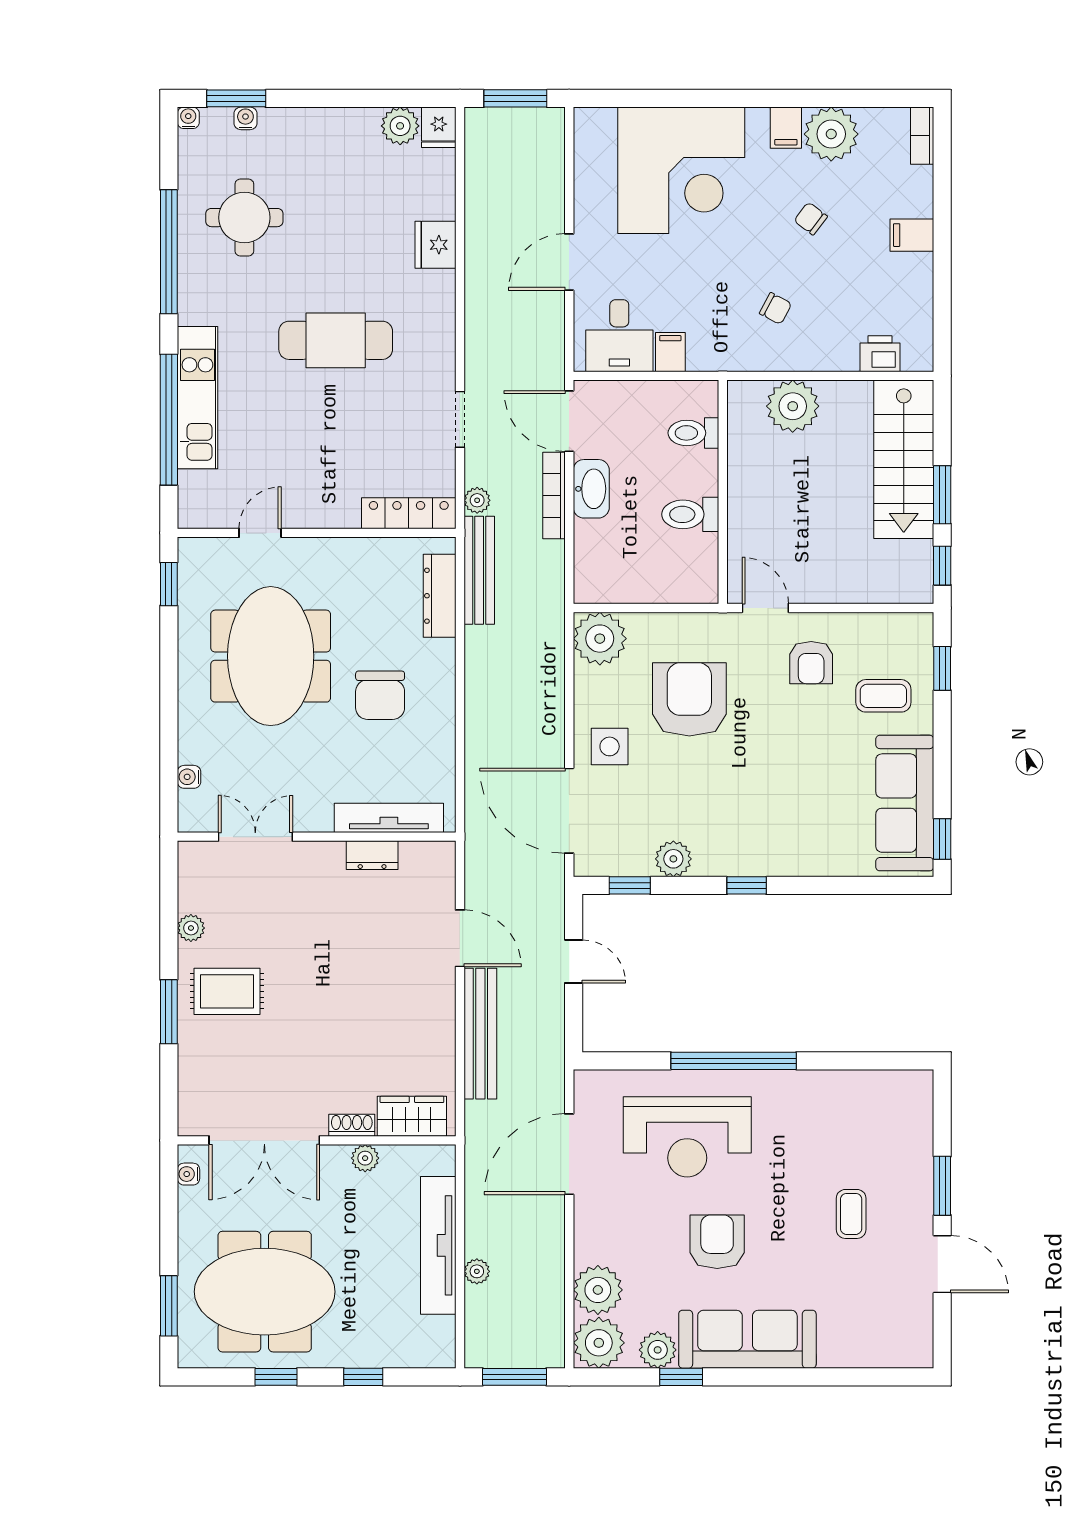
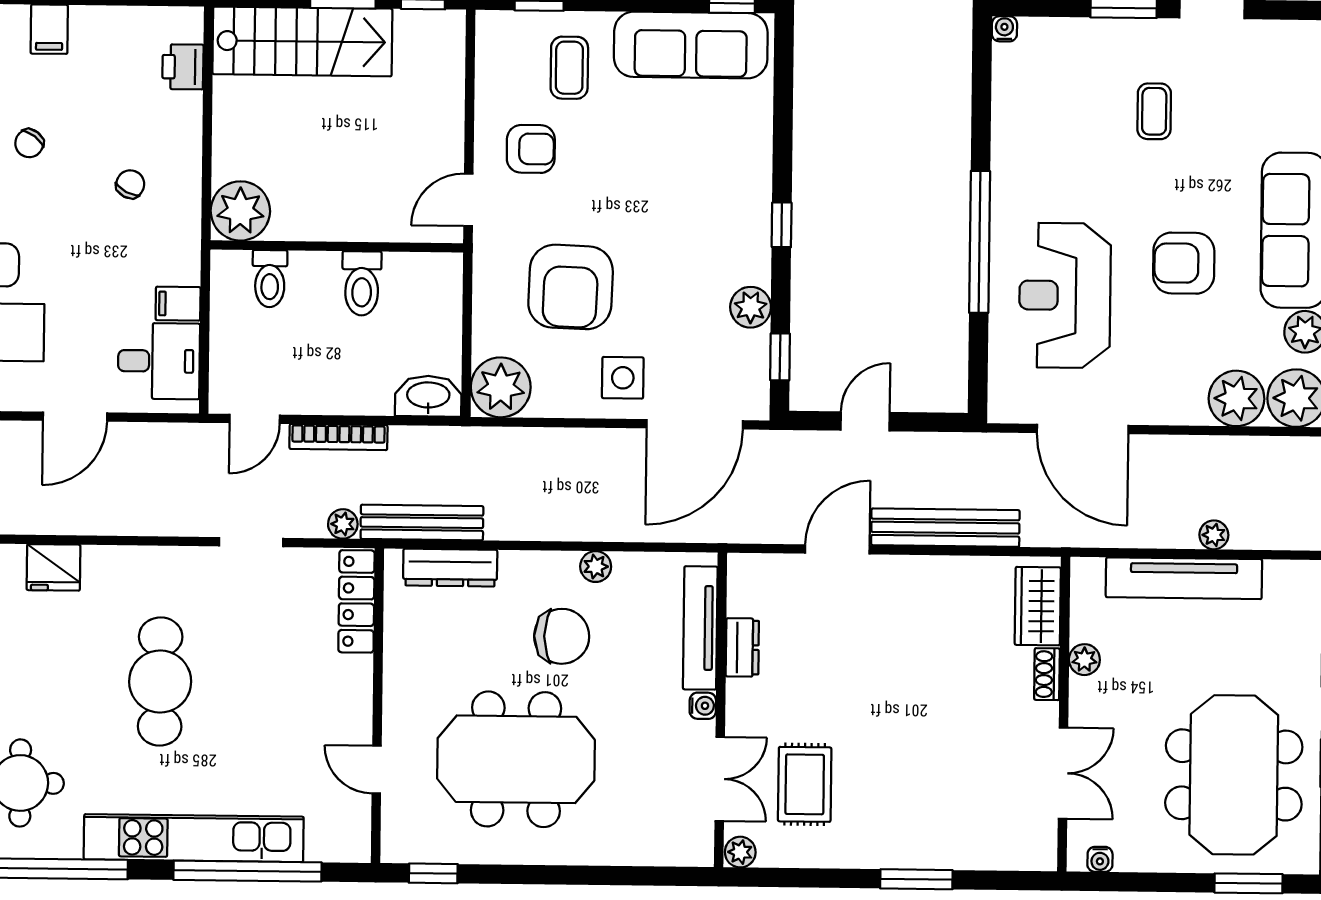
door: (569, 262) -> (75, 417), hinge flipped
kitchen unit: (197, 398) -> (194, 838), width x1.36
plant: (793, 406) -> (240, 211), moved
door: (569, 421) -> (255, 419), width x0.73
washbasin: (591, 489) -> (428, 396), moved
armchair: (689, 699) -> (571, 287), turned -88
plant: (442, 725) -> (596, 567), added
water cooler: (189, 777) -> (703, 706), moved, turned -90
double door: (255, 837) -> (720, 779), swing flipped
plant: (191, 928) -> (740, 852), moved
rug: (227, 991) -> (805, 784), moved
water cooler: (923, 1081) -> (1004, 29), added
reception desk: (687, 1137) -> (1065, 295), turned 180
double door: (264, 1140) -> (1063, 773), width x0.73
coffee table: (851, 1214) -> (1154, 111), turned 90

